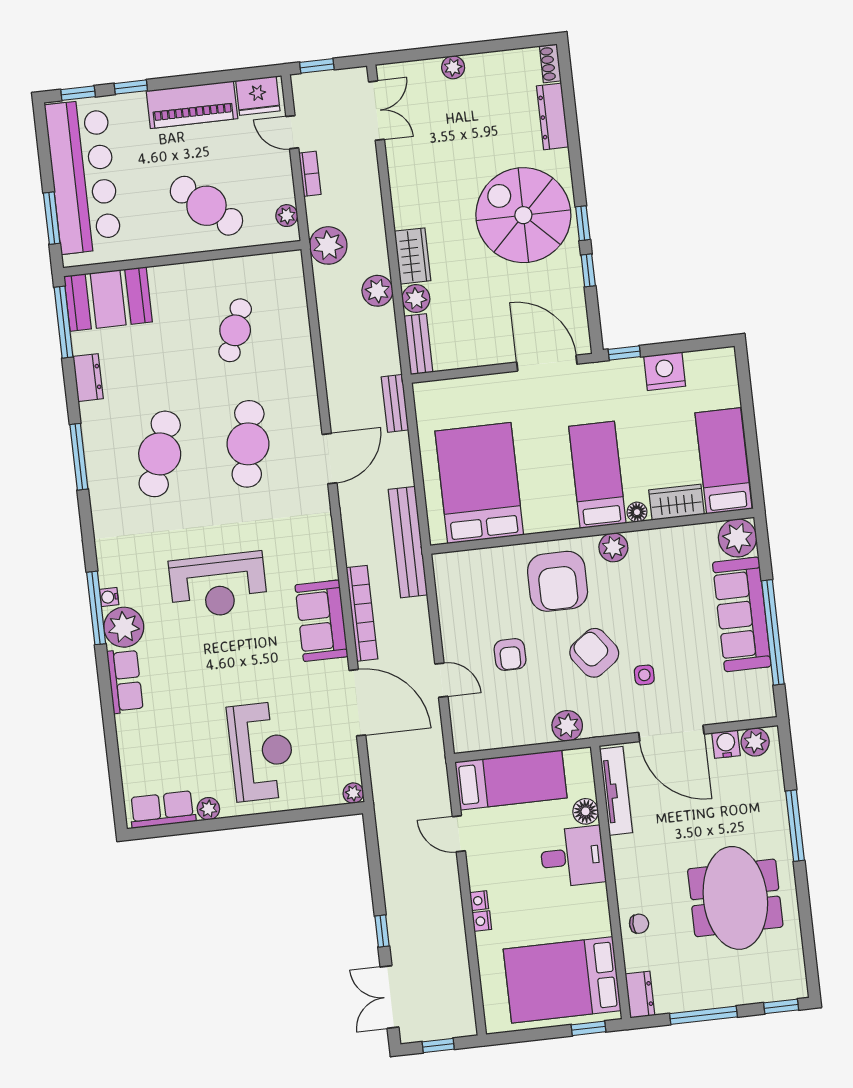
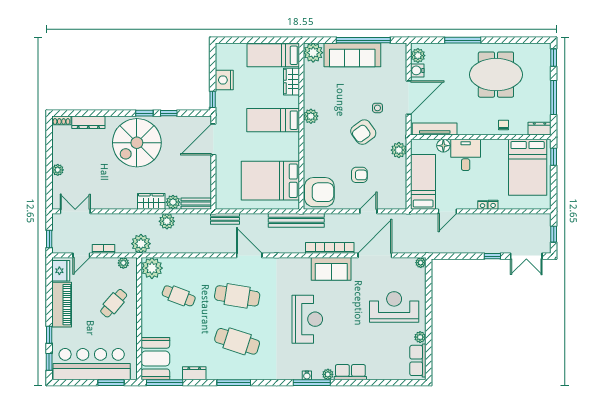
cafe table: (206, 206) -> (114, 303), width x0.73, depth x0.74
plant: (283, 272) -> (152, 268), added
floor lamp: (637, 512) -> (294, 102), removed
armchair: (558, 581) -> (319, 192), moved
plant: (124, 627) -> (328, 374), width x0.53, depth x0.53

